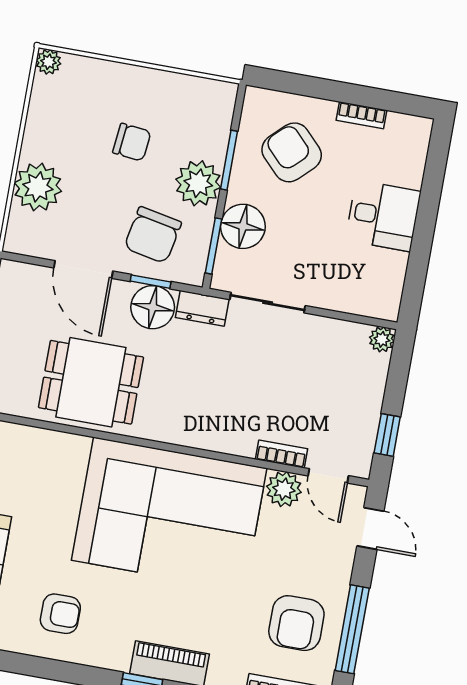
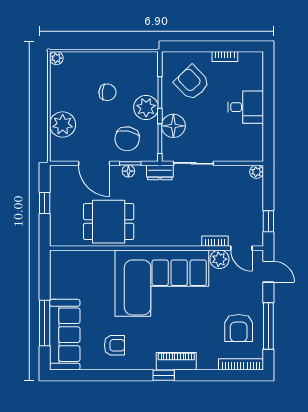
floor lamp: (153, 307) -> (128, 171), width x0.53, depth x0.53

